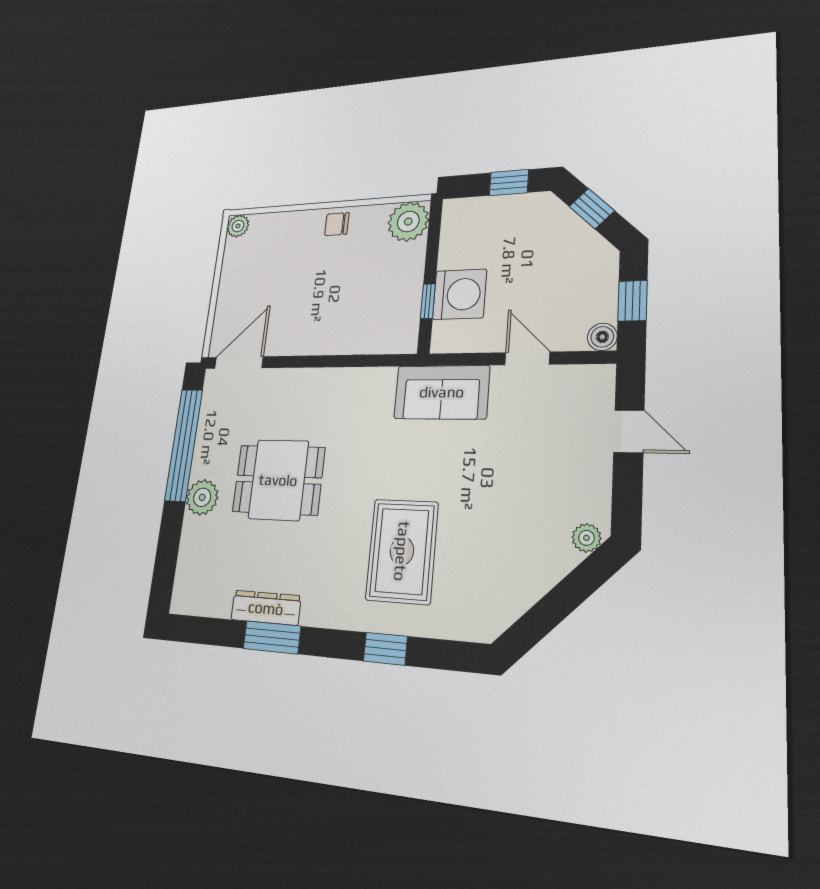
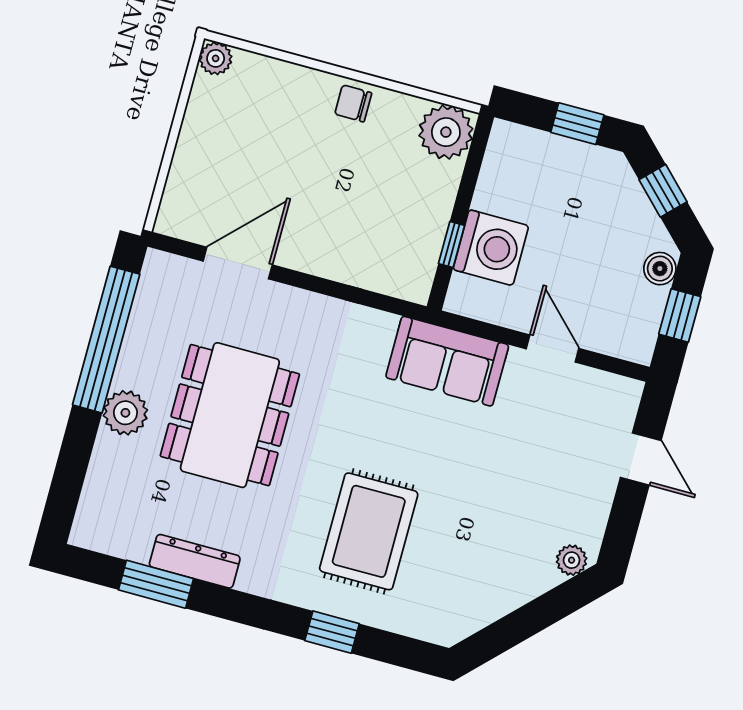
boiler: (602, 337) -> (660, 269), moved
door: (239, 363) -> (238, 263), moved
dining table: (278, 480) -> (230, 415), width x1.38
window: (272, 637) -> (156, 584), moved

